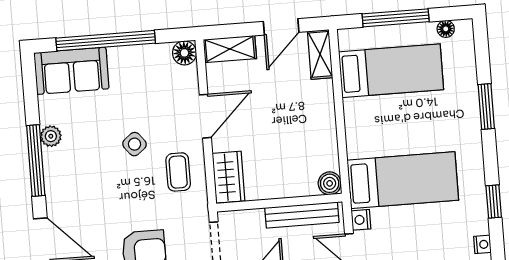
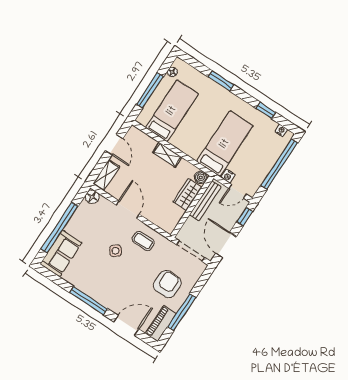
shelving: (320, 54) -> (167, 155), moved
plant: (51, 136) -> (83, 285), removed
wardrobe: (229, 177) -> (187, 195), moved, turned -90

